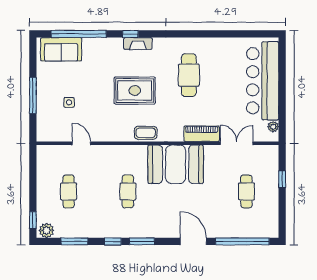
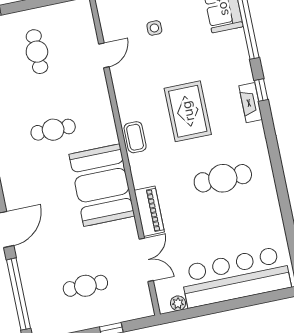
cafe table: (69, 191) -> (37, 52), turned 90

